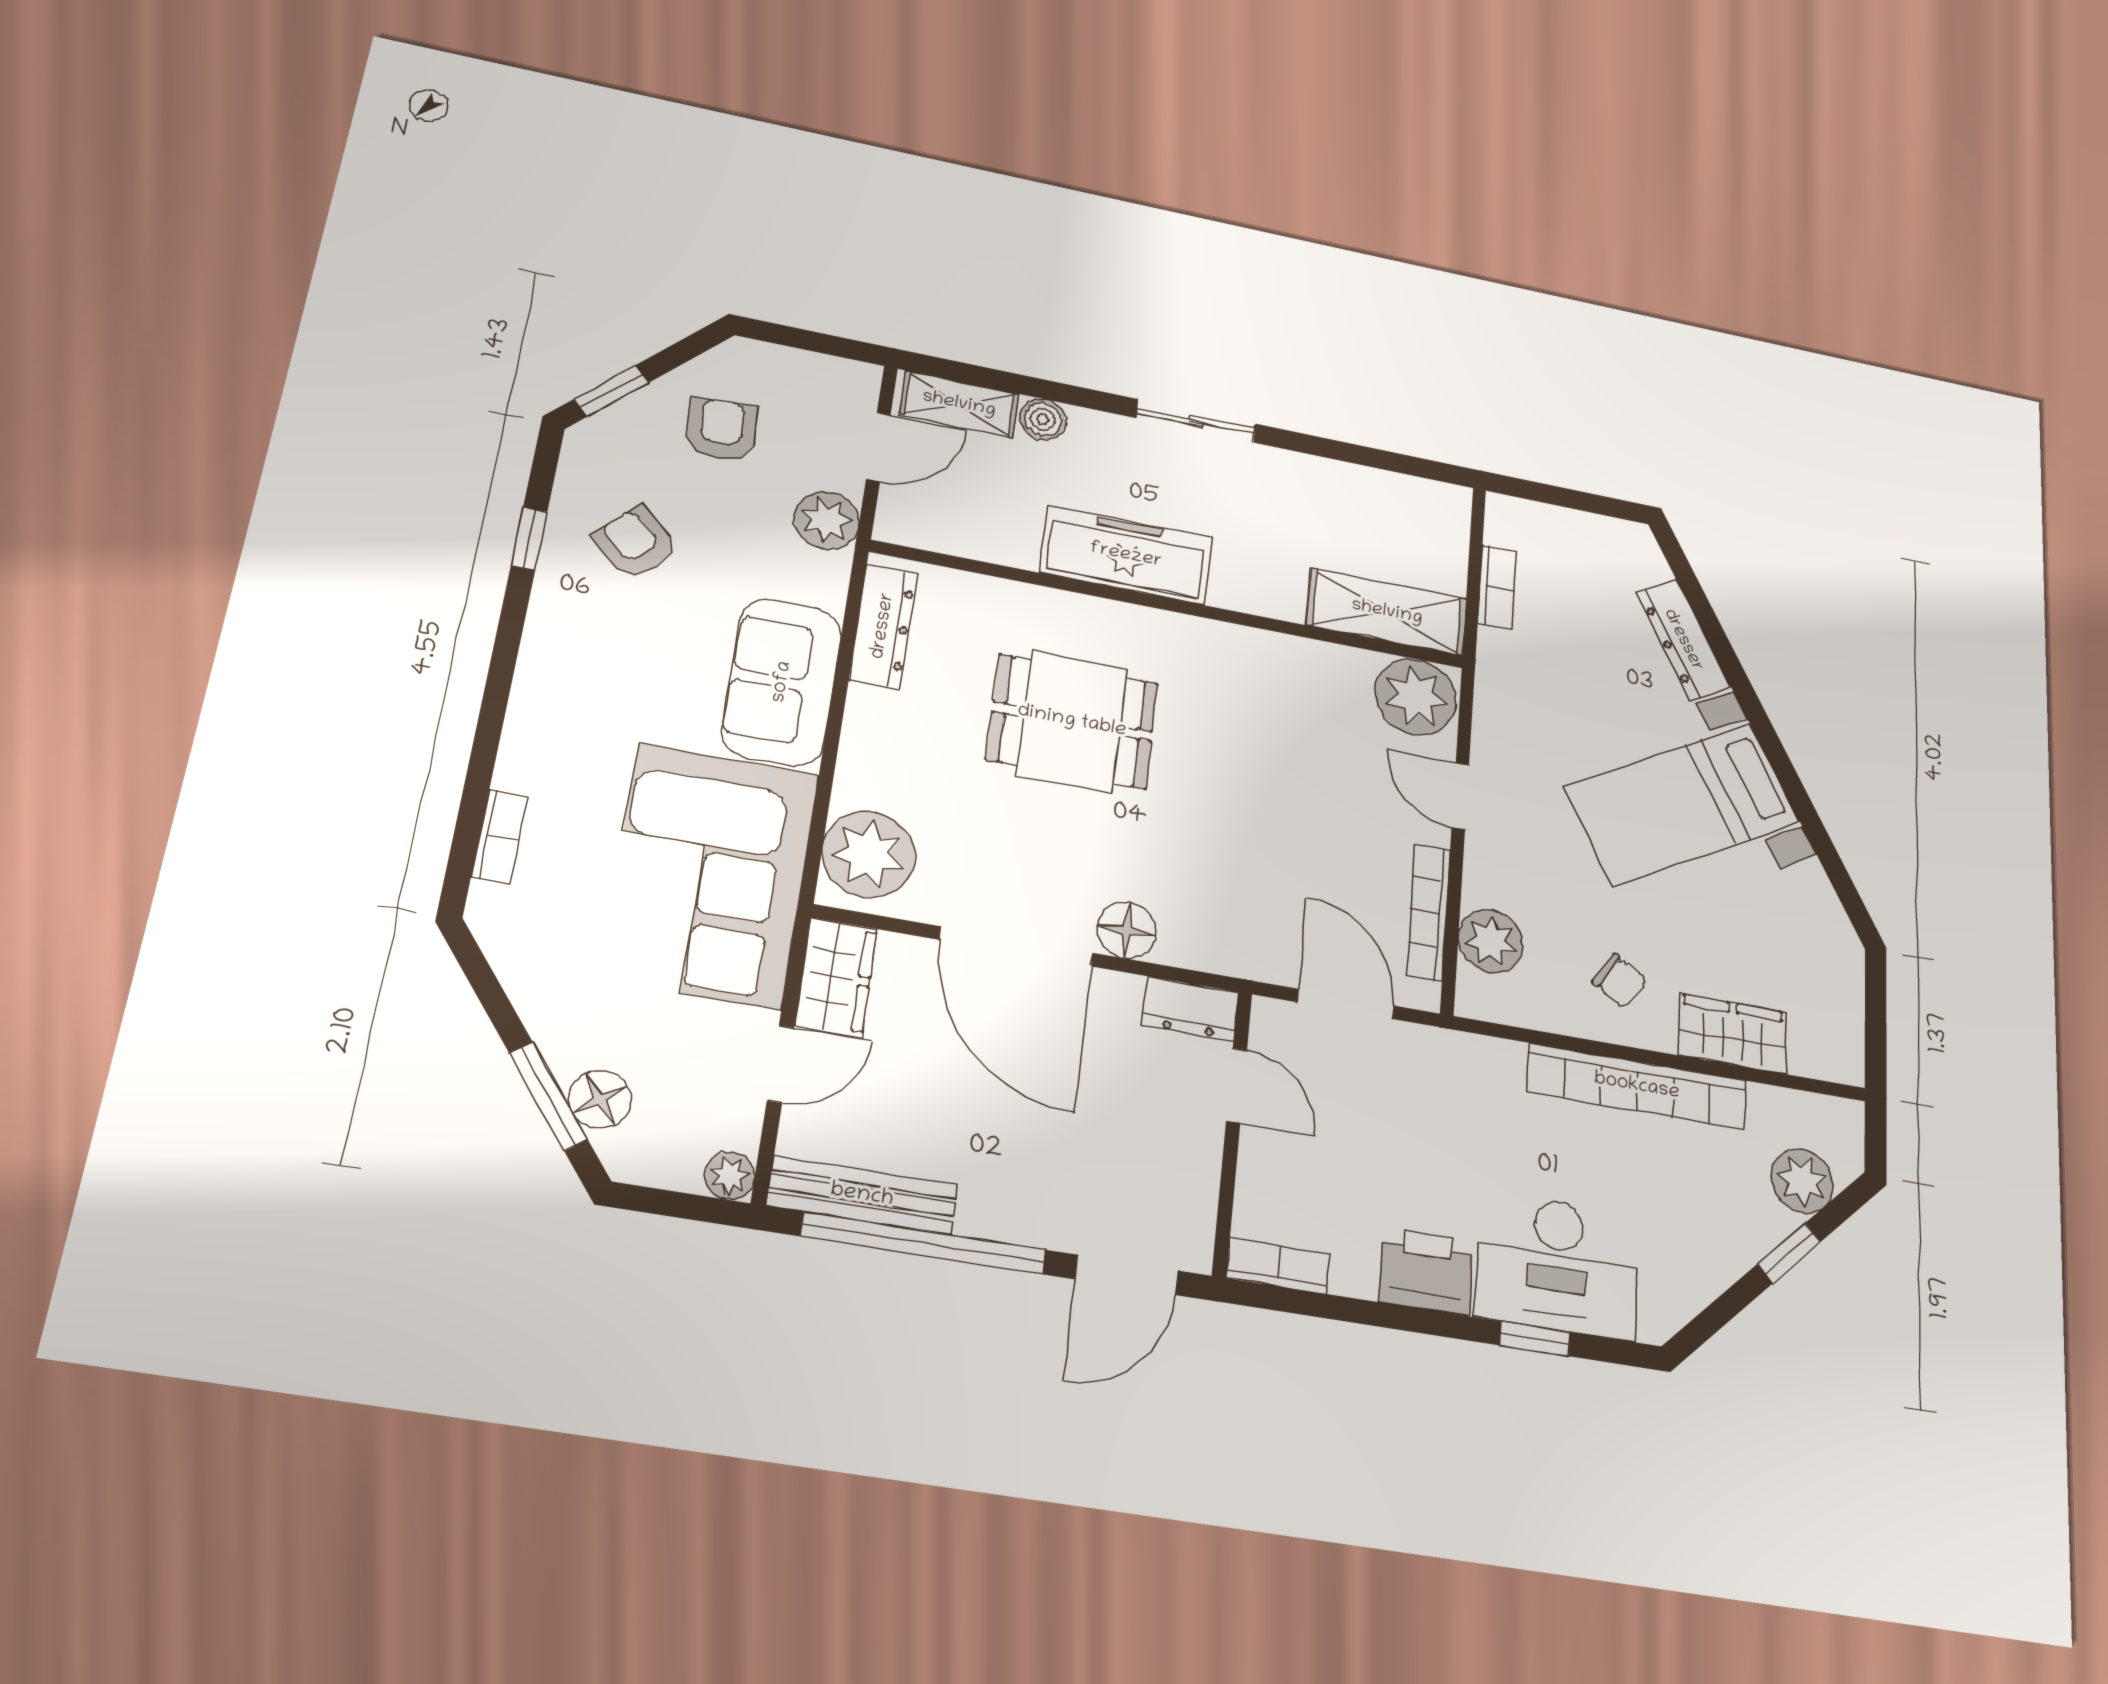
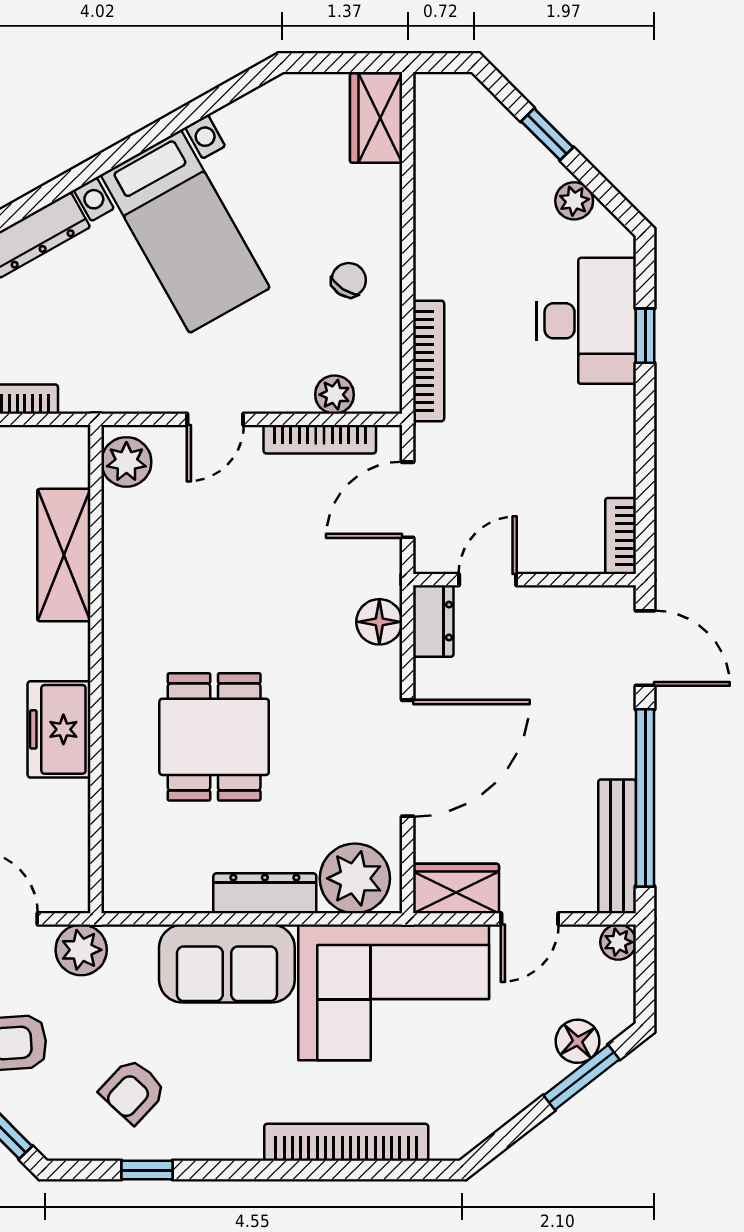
freezer: (1126, 555) -> (59, 729), width x0.71
shelving: (1387, 612) -> (64, 555), moved
dresser: (883, 626) -> (265, 893), moved
plant: (1416, 697) -> (126, 462), width x0.73, depth x0.73
bookcase: (500, 837) -> (346, 1142), width x2.31, depth x1.31
floor lamp: (1127, 930) -> (379, 622), moved
plant: (1491, 941) -> (334, 395), width x0.73, depth x0.73
wardrobe: (1732, 1034) -> (376, 118), moved
door: (780, 1064) -> (530, 919), swing flipped
bookcase: (1637, 1086) -> (429, 361), moved, width x0.68, depth x0.76
plant: (1802, 1181) -> (574, 201), moved, width x0.73, depth x0.73
printer: (1426, 1271) -> (607, 423), removed

